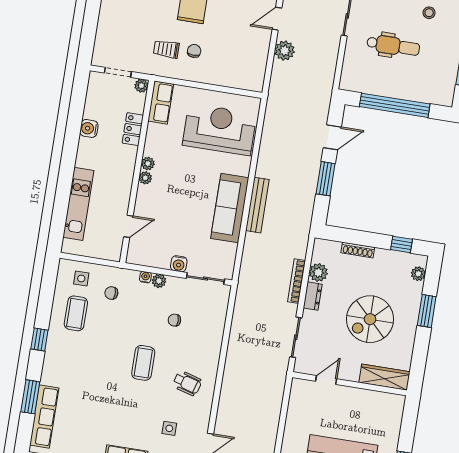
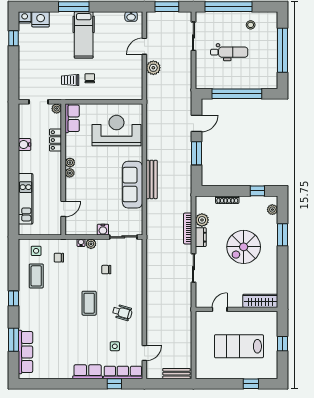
wardrobe: (384, 377) -> (260, 301), moved
door: (326, 380) -> (220, 309), moved
wall: (350, 384) -> (236, 309), moved

